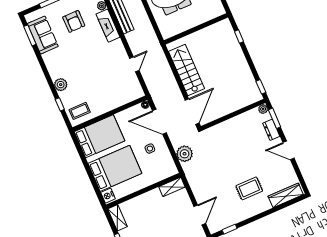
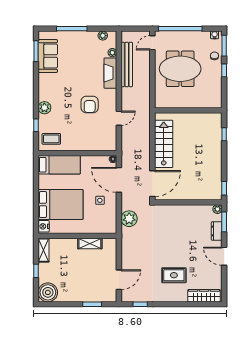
armchair: (74, 21) -> (90, 105), moved
bed: (99, 136) -> (59, 165), width x0.67
shelving: (172, 187) -> (90, 244), moved

